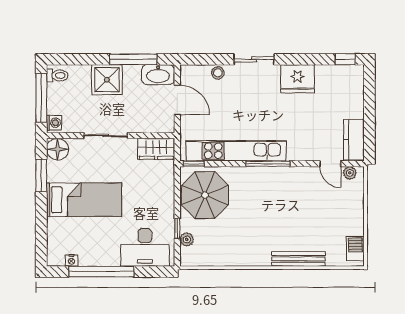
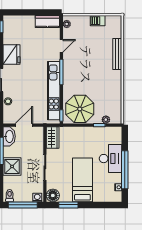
door: (330, 164) -> (61, 46), moved
desk: (145, 247) -> (110, 159), moved
barbecue: (355, 249) -> (98, 21), moved

